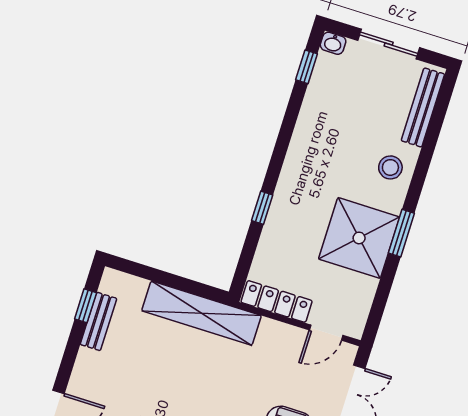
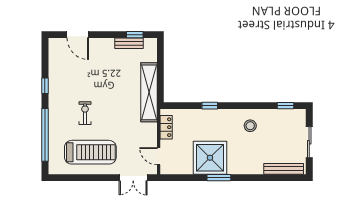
washbasin: (333, 43) -> (301, 115), removed
stool: (390, 167) -> (250, 126), moved
locker: (277, 301) -> (166, 127), width x0.66

